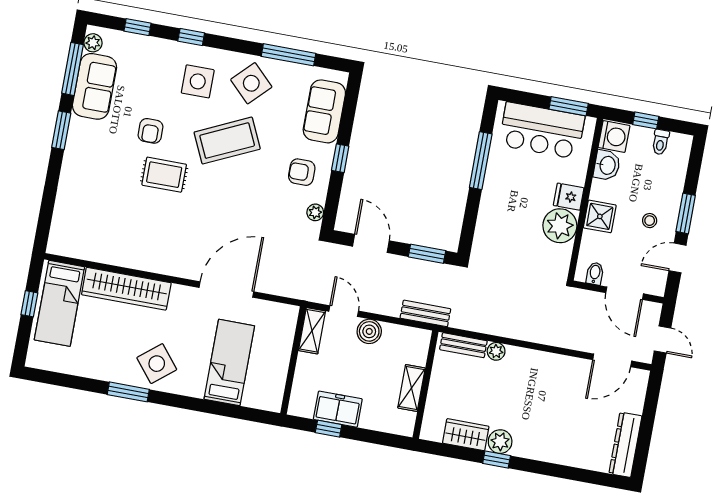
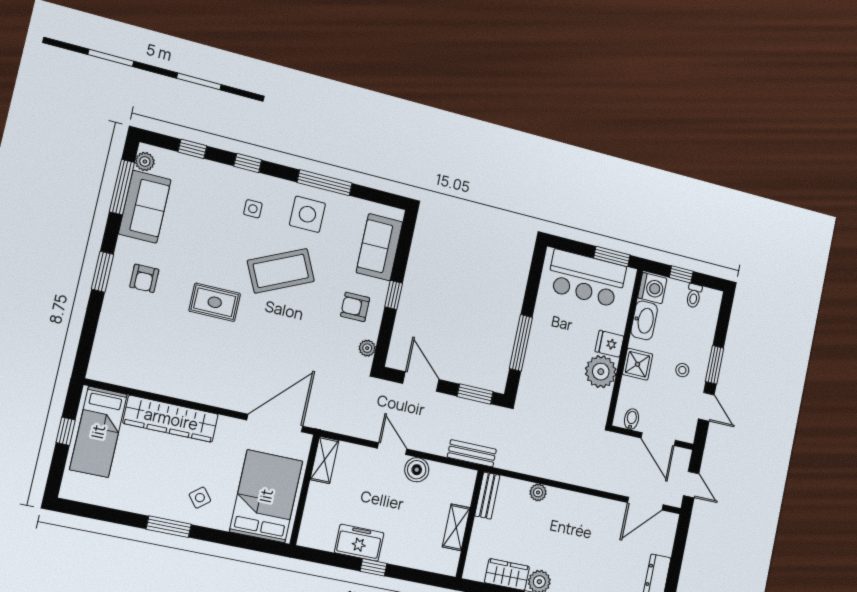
window: (288, 55) -> (325, 183), moved
side table: (198, 81) -> (253, 209), width x0.54, depth x0.54
side table: (251, 83) -> (307, 214), turned 45
window: (61, 130) -> (102, 272), moved
armchair: (150, 131) -> (144, 278), moved
window: (481, 161) -> (521, 343), moved
washbasin: (607, 165) -> (644, 320), width x1.38
door: (678, 258) -> (706, 407), swing flipped
shelving: (312, 331) -> (325, 460), moved
bench: (463, 345) -> (487, 496), moved, turned 90
wall: (293, 360) -> (305, 490), moved
bed: (229, 363) -> (266, 496), width x1.50
side table: (157, 364) -> (200, 498), width x0.54, depth x0.54
freezer: (338, 409) -> (359, 543), moved

